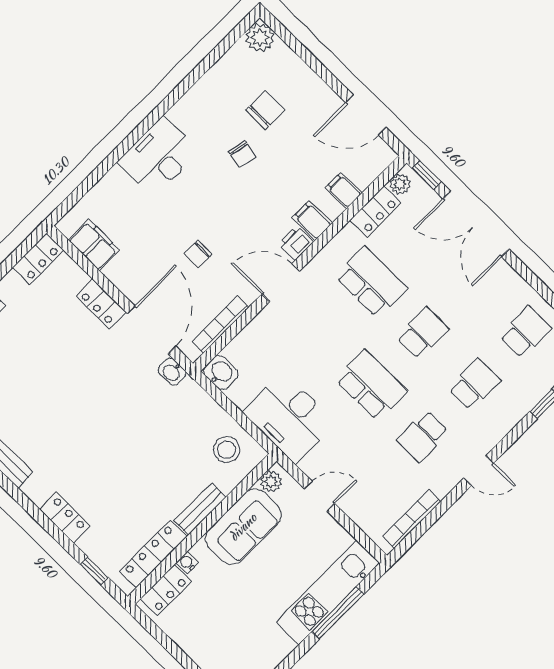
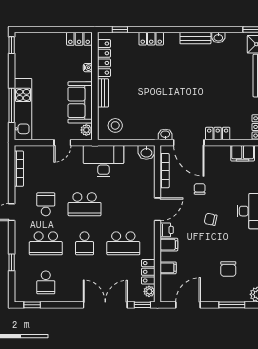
window: (308, 57) -> (232, 305), added
chair: (242, 154) -> (211, 219), moved
school desk: (474, 384) -> (46, 243), width x1.85
locker: (166, 590) -> (79, 39), moved, turned -90

